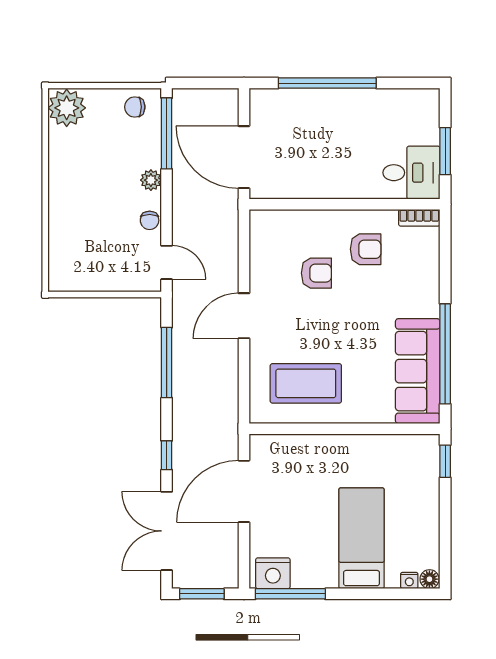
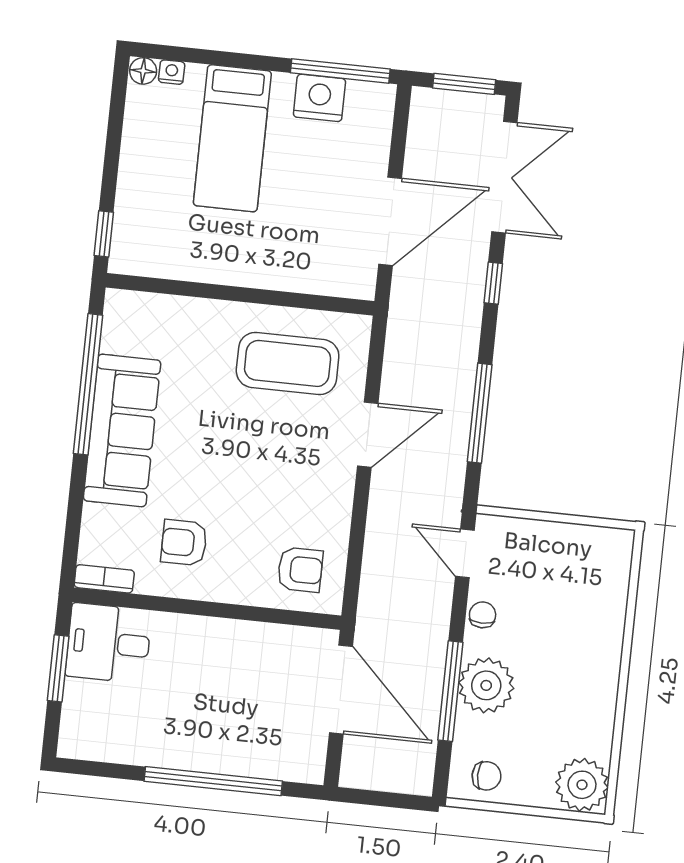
window: (167, 133) -> (450, 691), moved
plant: (151, 180) -> (486, 685), width x1.88, depth x1.88
armchair: (316, 273) -> (300, 570), moved, turned 180
door: (244, 316) -> (368, 435), moved
sofa: (418, 371) -> (122, 430), moved
nightstand: (273, 573) -> (319, 98), moved

